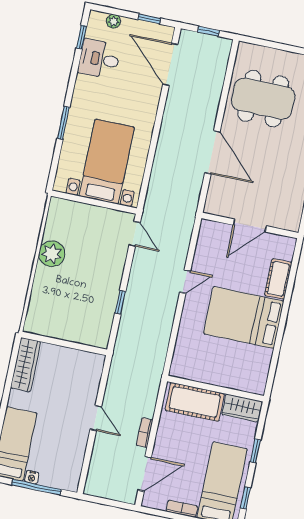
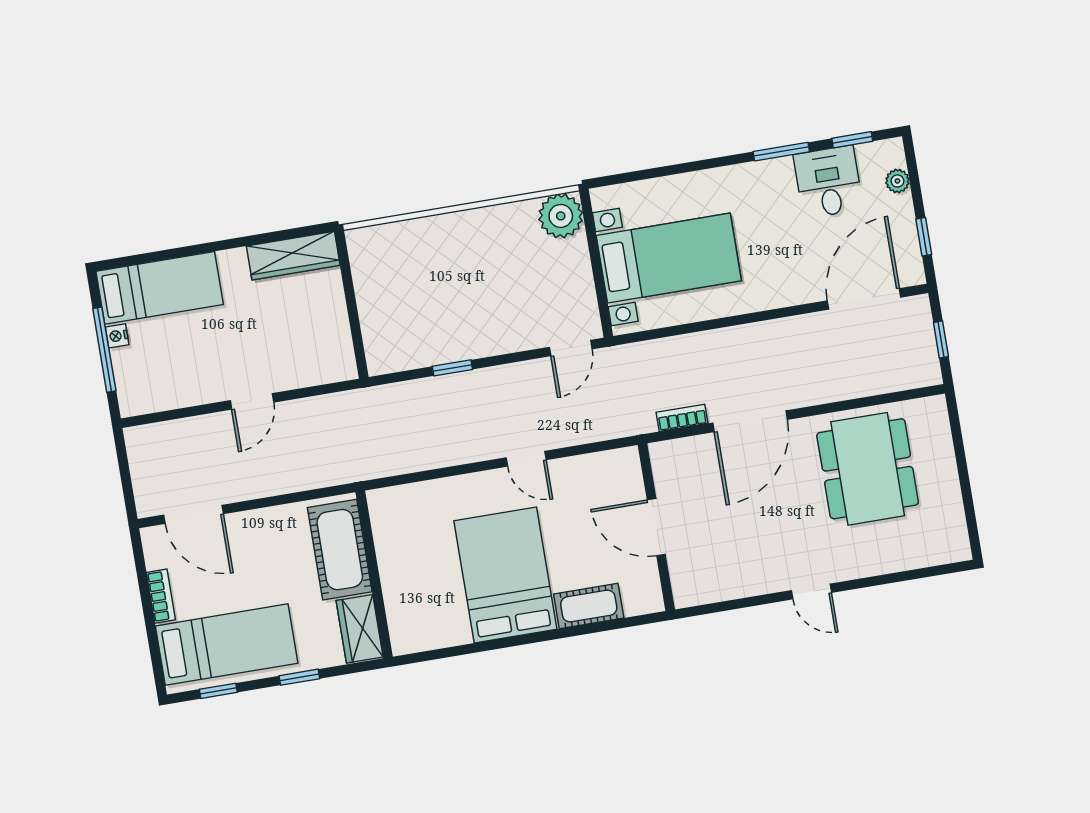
window: (63, 123) -> (781, 152), moved
plant: (52, 254) -> (561, 216), moved
bookcase: (145, 433) -> (682, 418), moved

